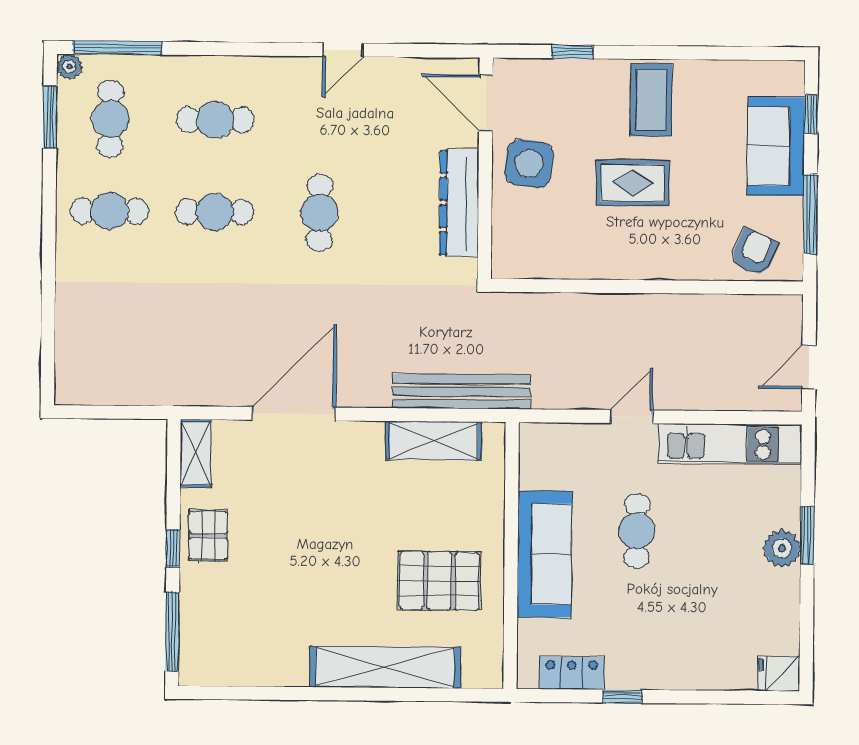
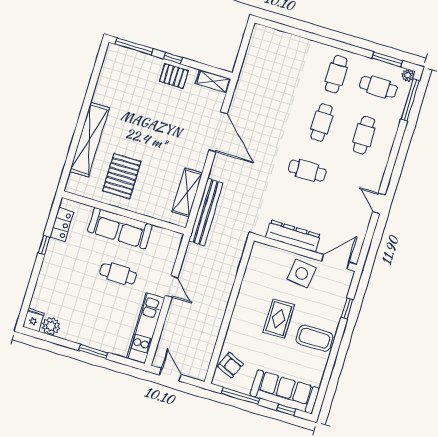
sofa: (776, 146) -> (284, 392), width x1.36
plant: (782, 548) -> (51, 326), moved

